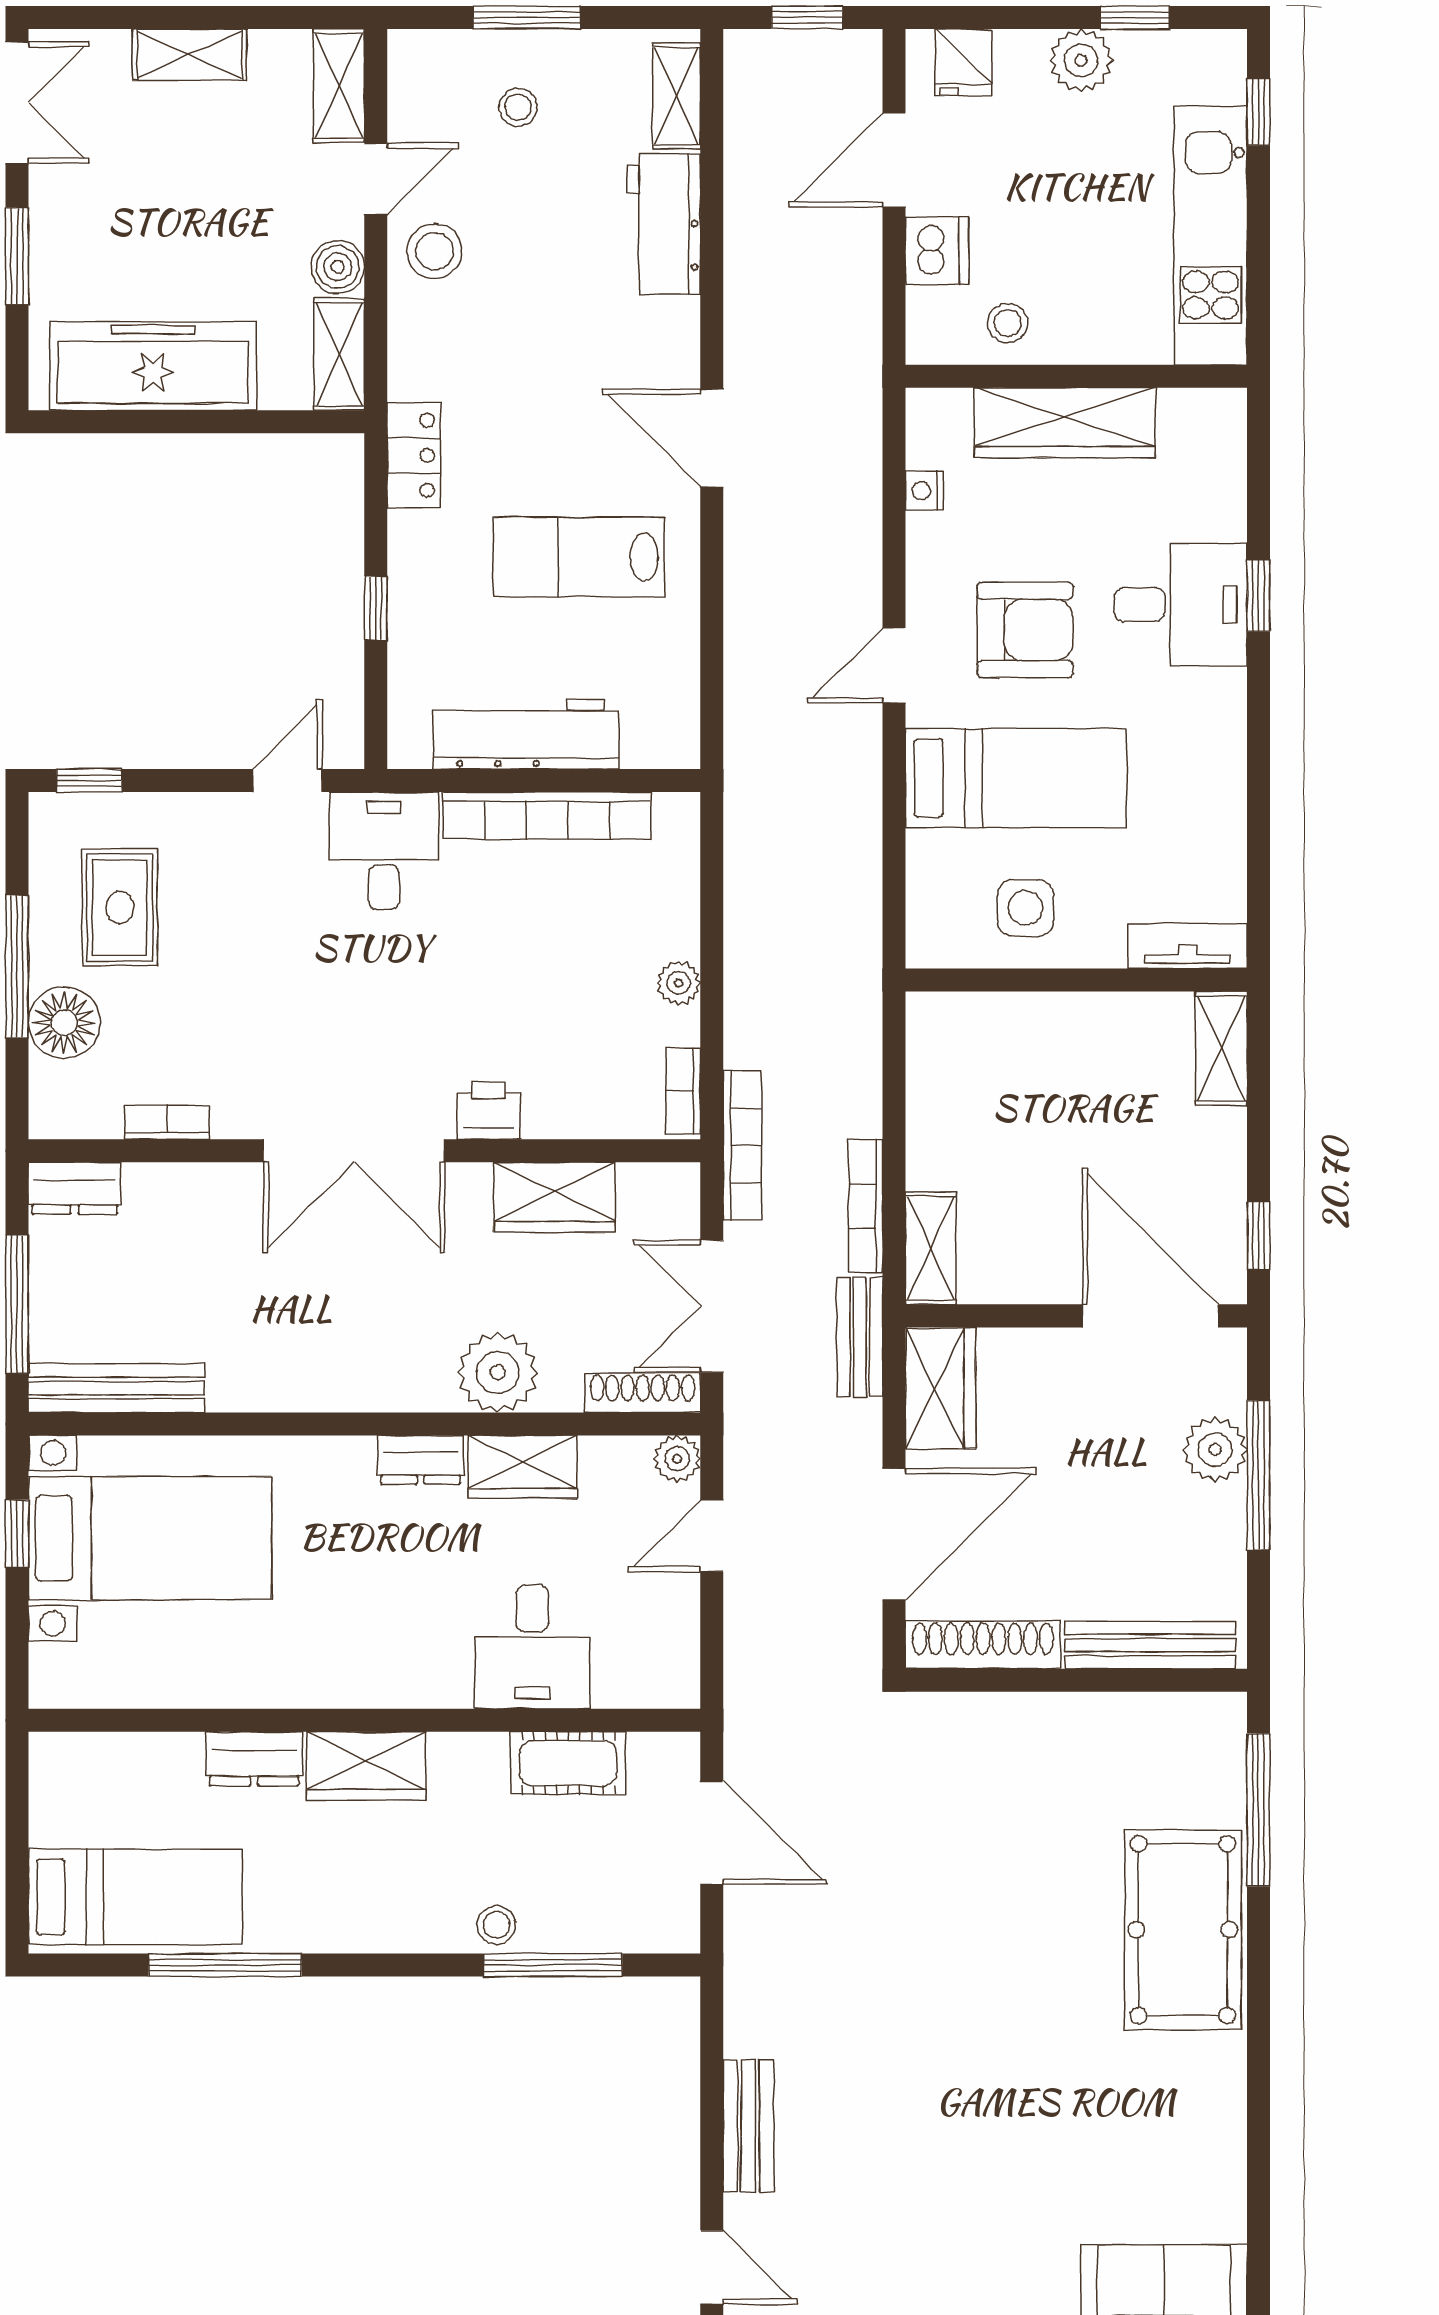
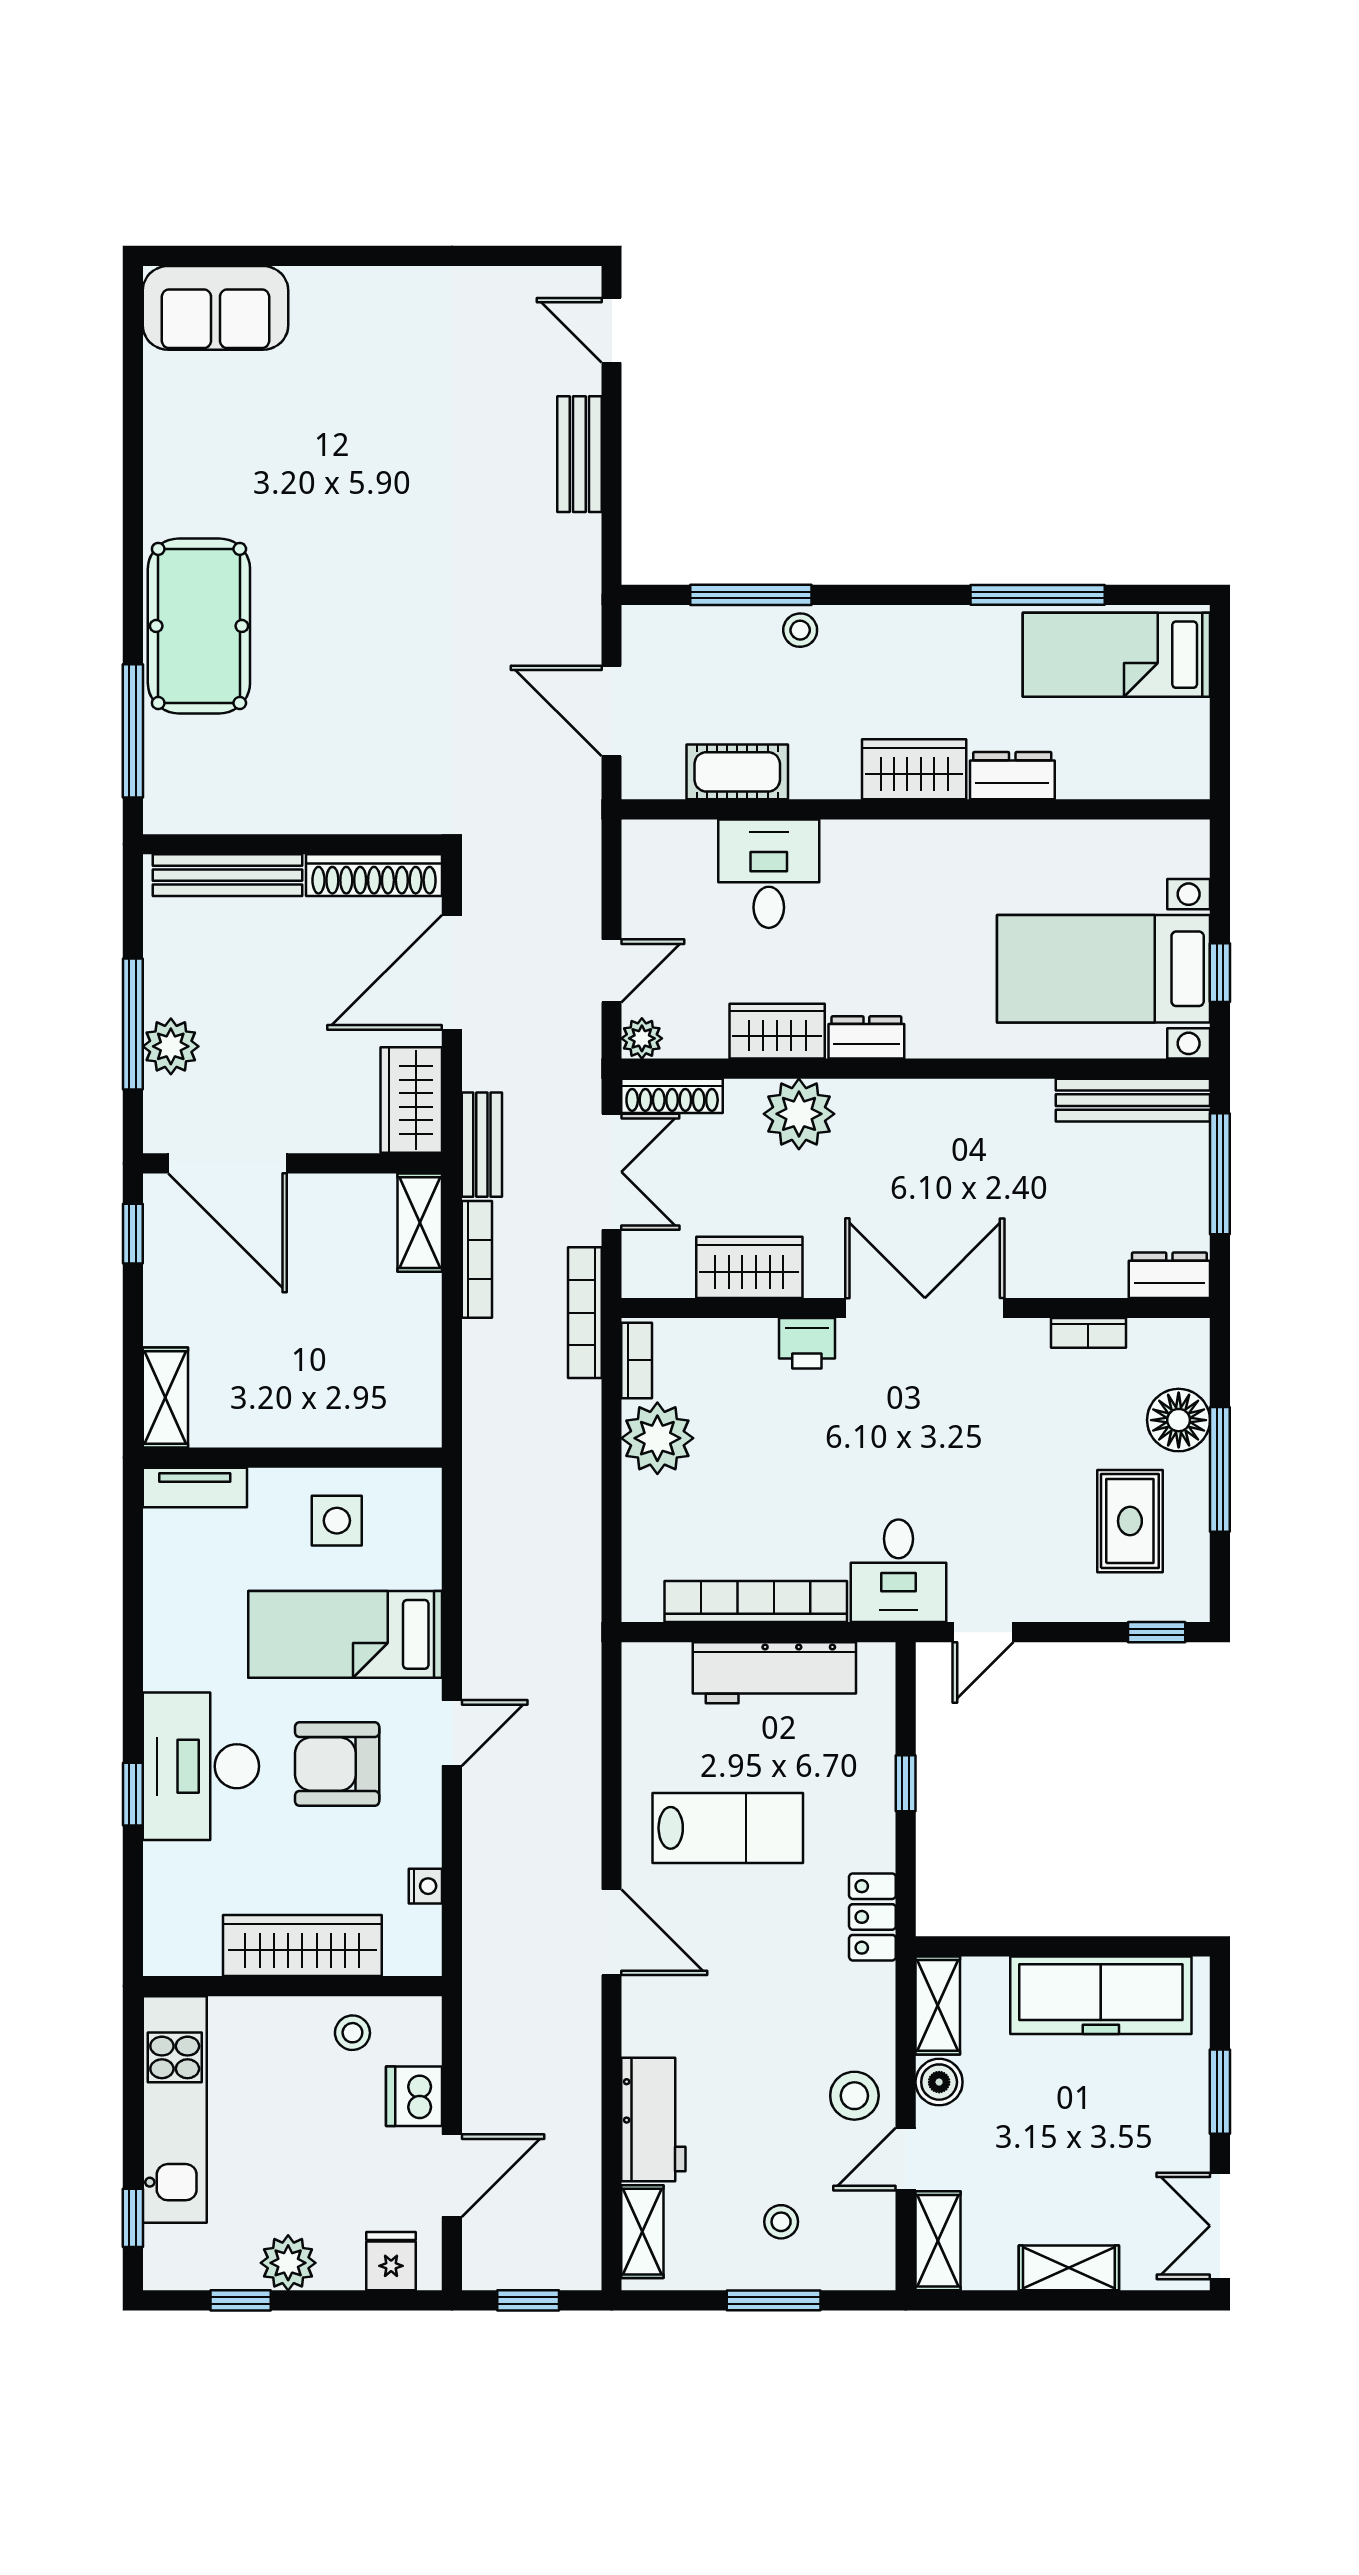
desk: (1181, 605) -> (201, 1766), width x1.37
plant: (679, 983) -> (657, 1438), width x1.88, depth x1.88

